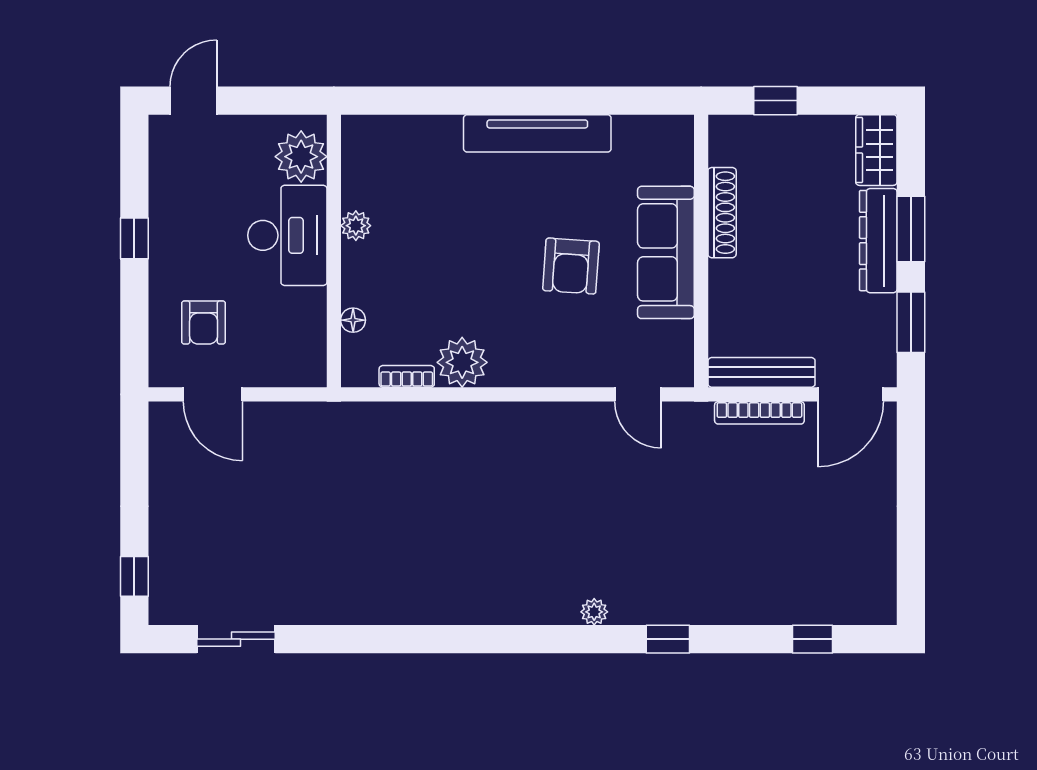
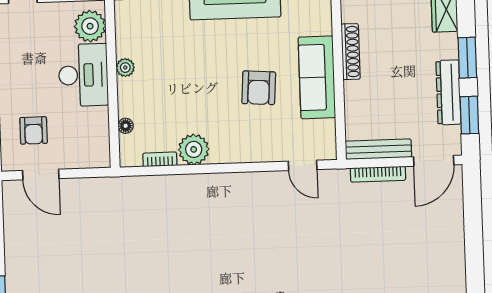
dresser: (878, 241) -> (448, 92), moved

